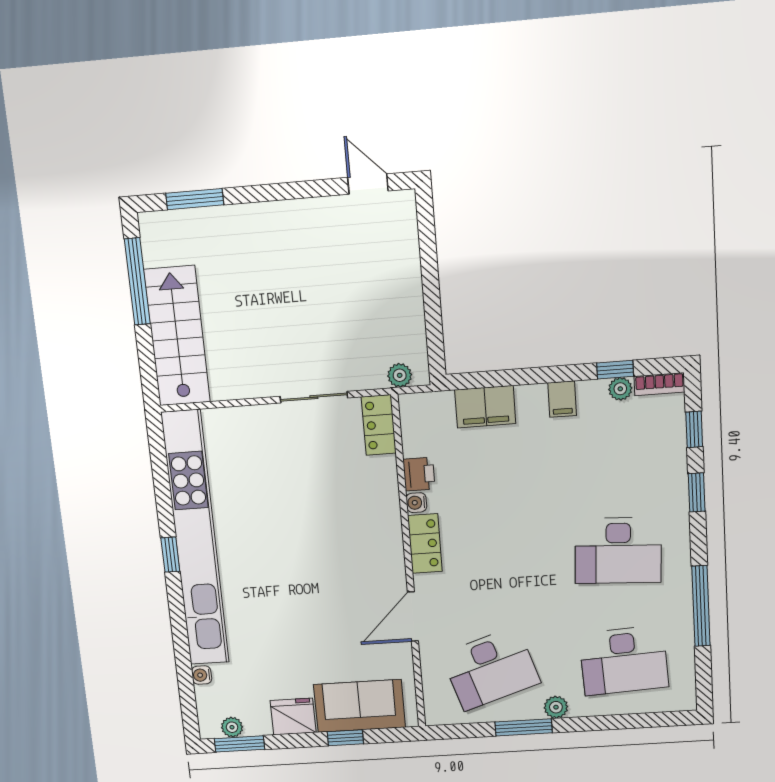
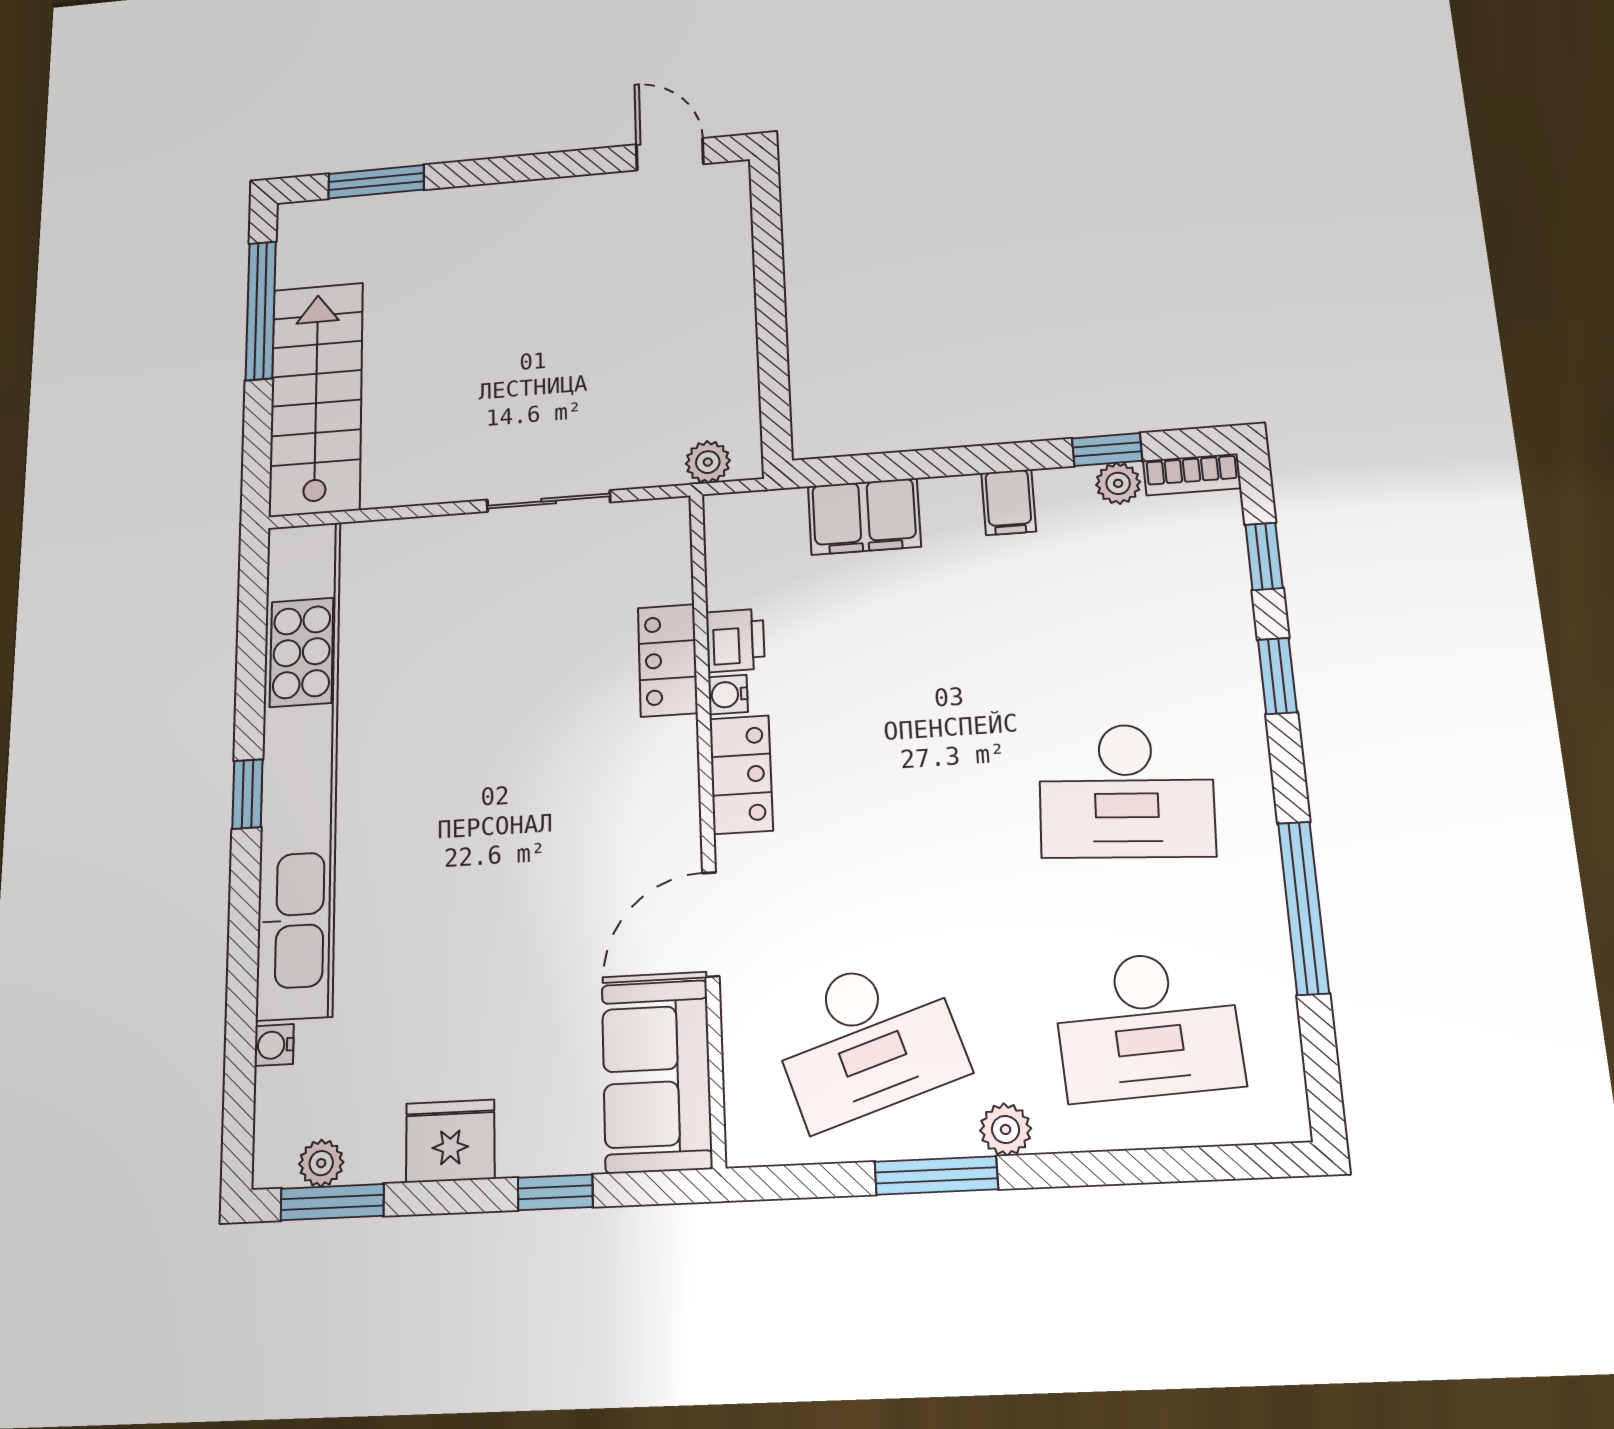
locker: (379, 425) -> (668, 660), moved
sofa: (359, 706) -> (657, 1076), moved, turned -90

